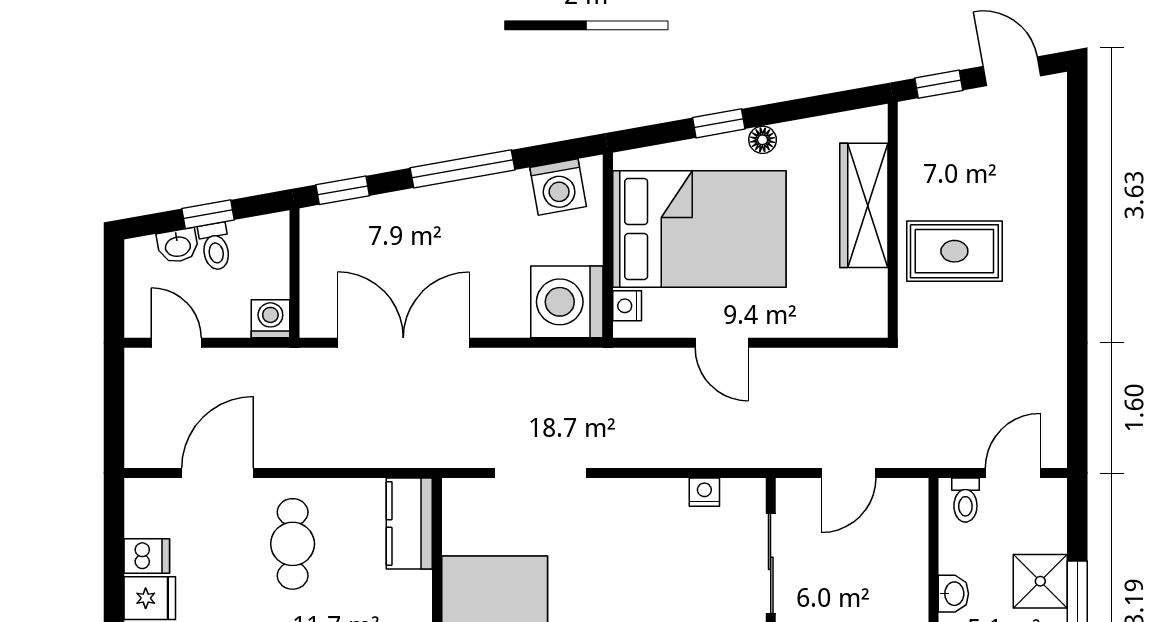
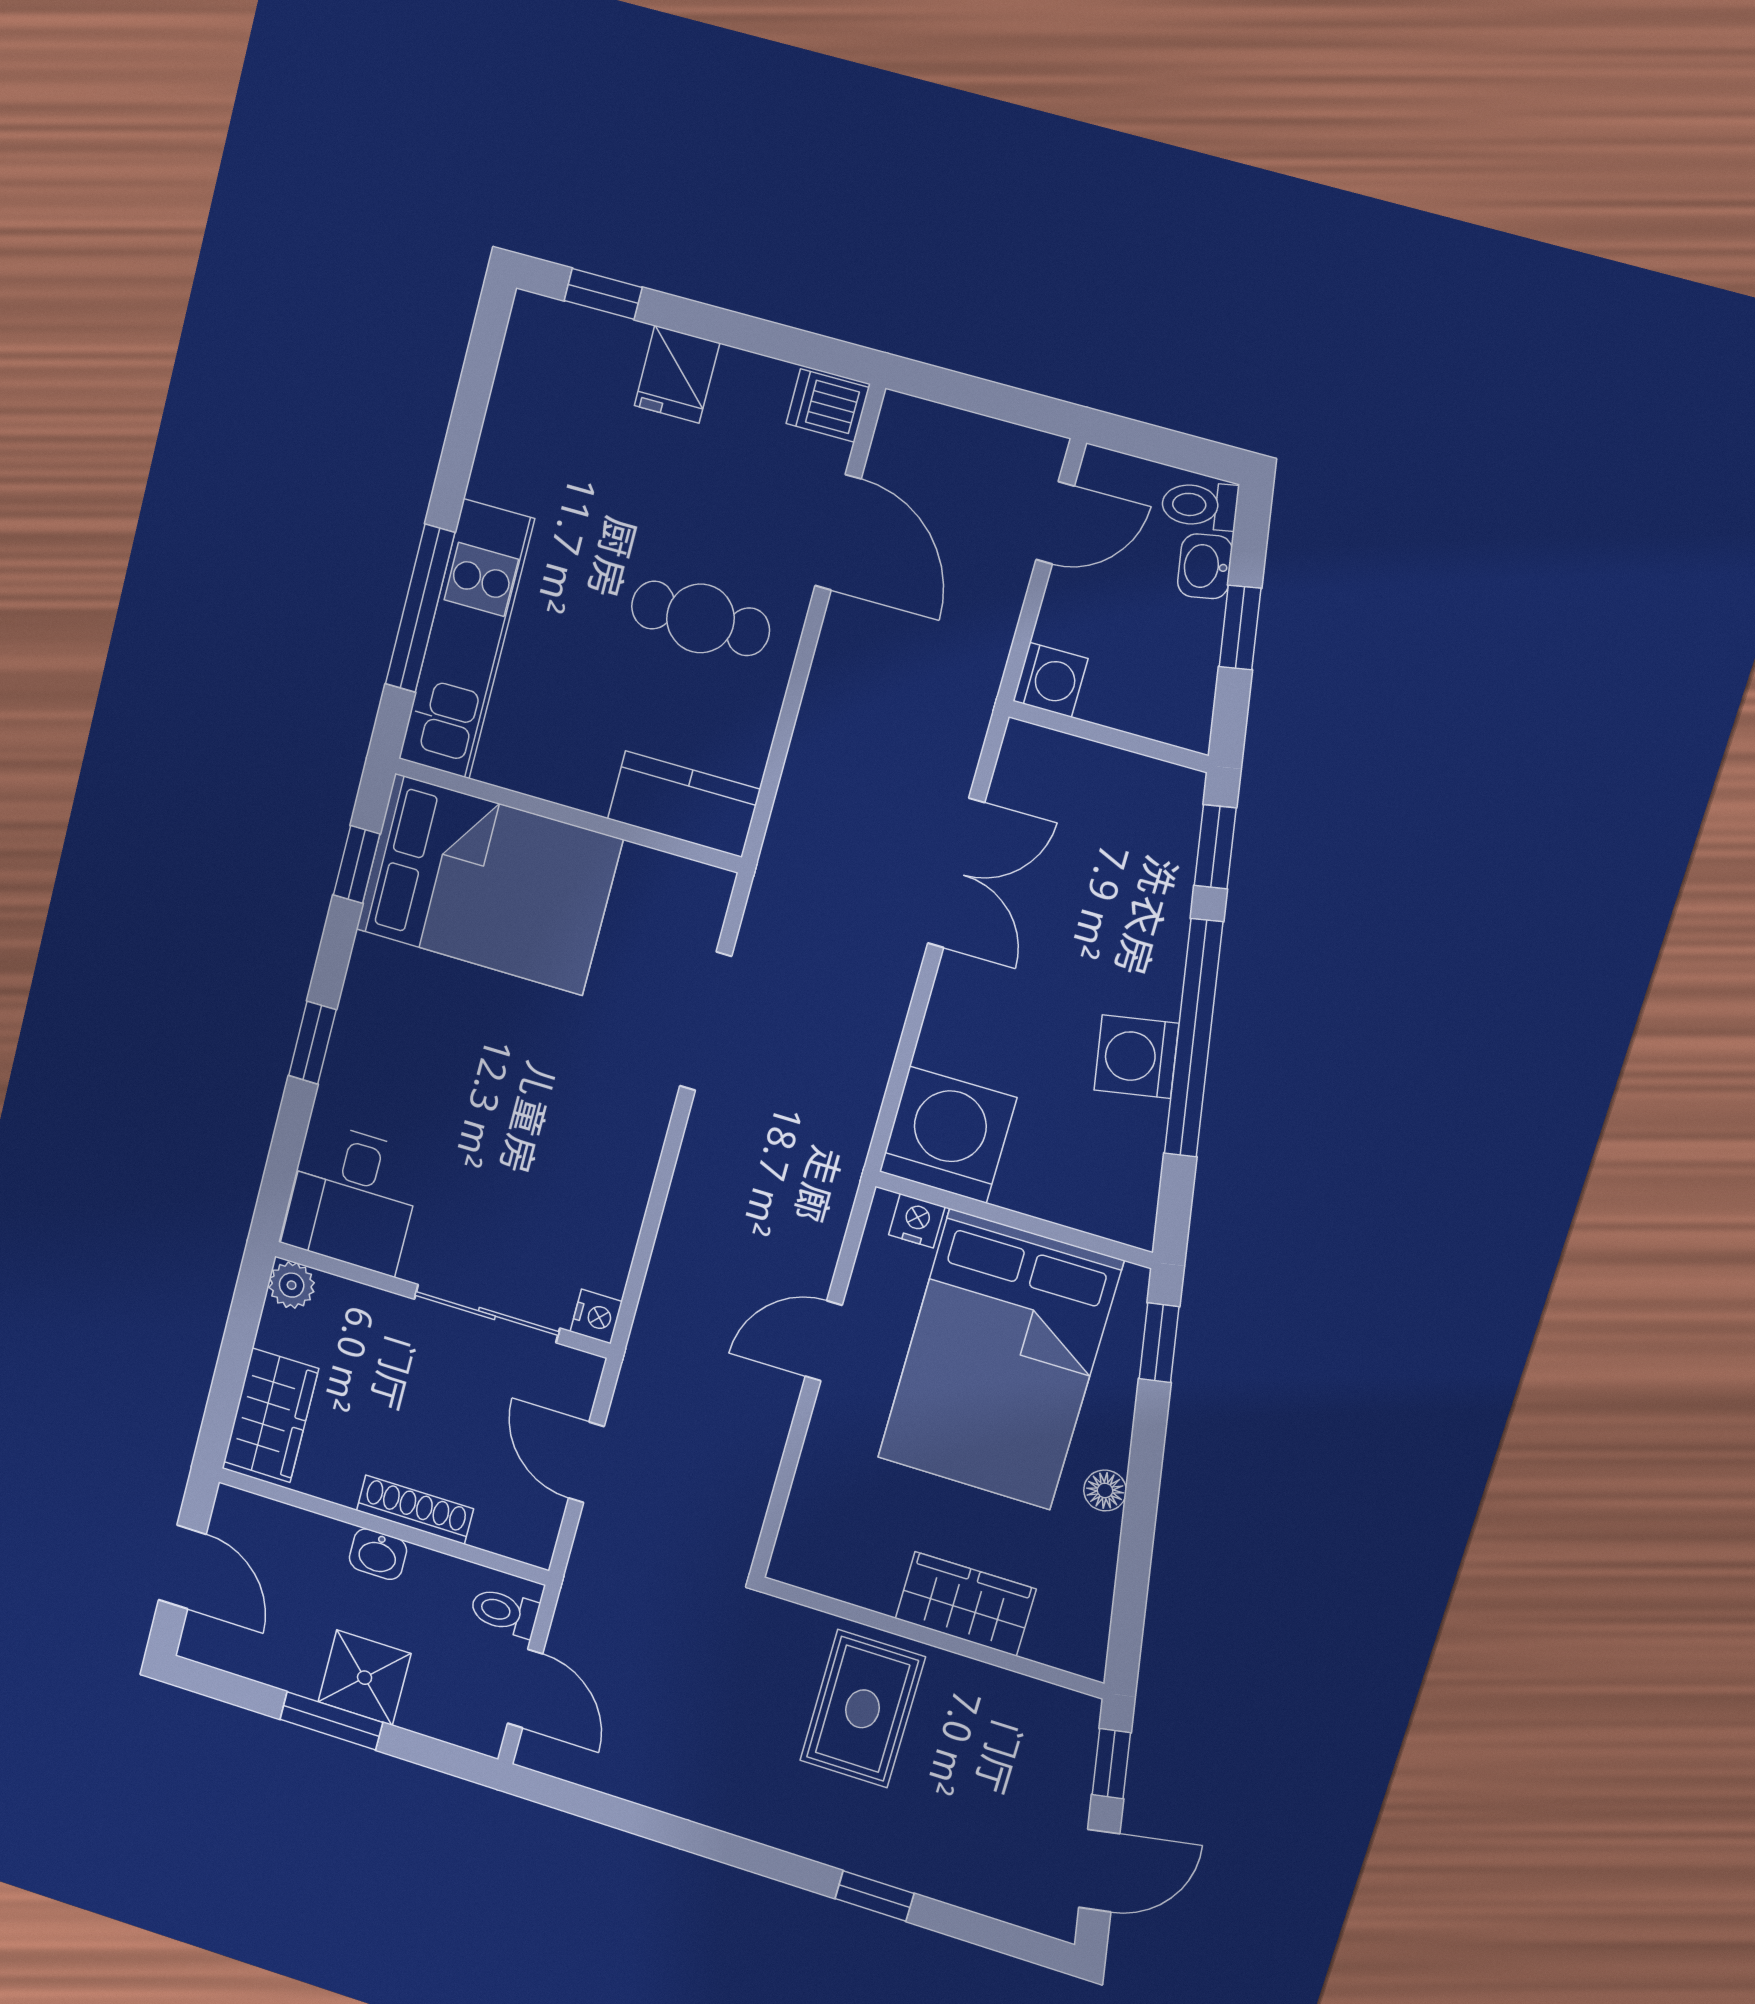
window: (719, 123) -> (1159, 1343), moved
window: (462, 169) -> (1194, 1038), width x1.46
washing machine: (558, 187) -> (1136, 1057), moved
wardrobe: (864, 205) -> (966, 1604), width x0.67
window: (1077, 208) -> (874, 1896), added
toilet: (215, 247) -> (1200, 505), moved
double door: (403, 343) -> (956, 873), width x0.73
nightstand: (704, 492) -> (596, 1317), moved
dishwasher: (147, 556) -> (828, 406), moved, turned 90
shoe rack: (916, 577) -> (415, 1510), added

